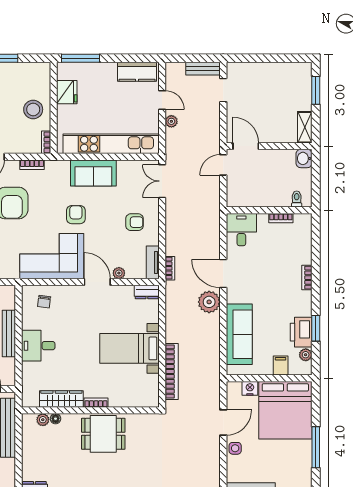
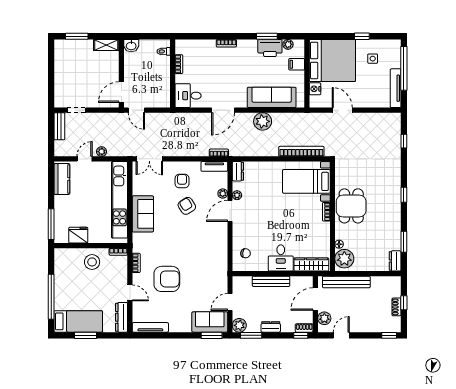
armchair: (76, 215) -> (187, 206), moved, turned 58
corner sofa: (52, 256) -> (209, 247), removed
plant: (117, 291) -> (237, 195), added
plant: (209, 302) -> (263, 121), moved
bed with nightstands: (129, 348) -> (306, 181), moved, turned 90
wardrobe: (61, 399) -> (311, 265), moved, turned 90
plant: (43, 420) -> (344, 259), width x1.88, depth x1.88
window: (316, 447) -> (362, 36), width x0.46
side table: (235, 448) -> (373, 59), moved

